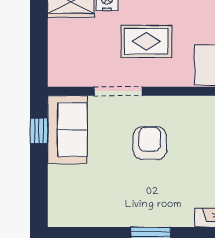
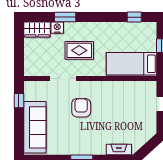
sofa: (67, 130) -> (35, 127), moved, width x1.36

